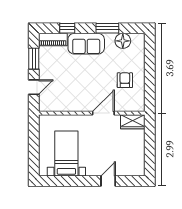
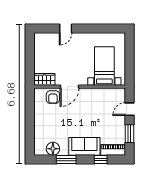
armchair: (125, 80) -> (53, 97), moved
bed with nightstands: (66, 153) -> (104, 66), moved, turned 180

